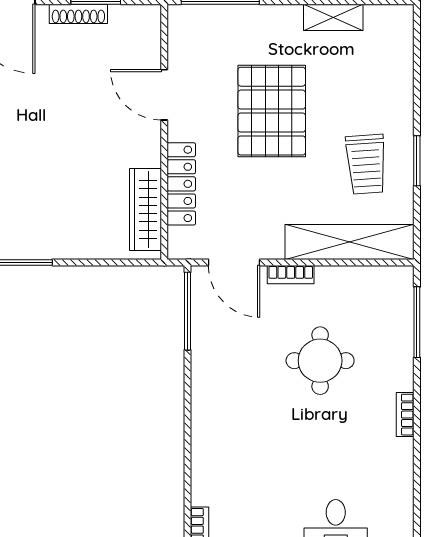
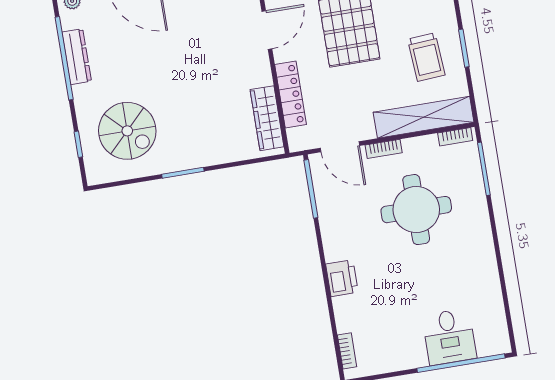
door: (164, 95) -> (267, 30), swing flipped
round table: (320, 361) -> (416, 210), width x1.36, depth x1.36
bookcase: (405, 415) -> (455, 137), moved, turned -90
printer: (209, 434) -> (342, 278), added

